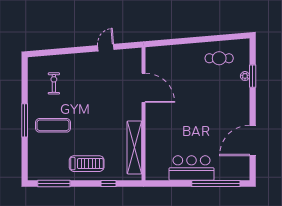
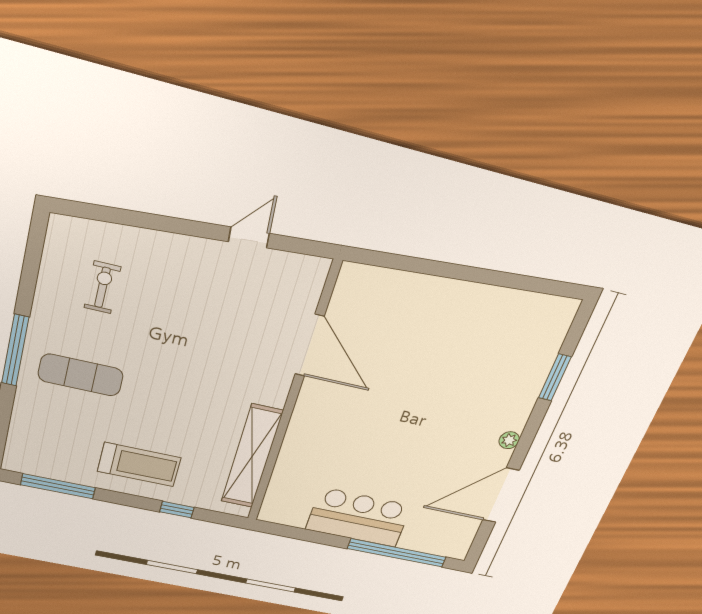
cafe table: (219, 58) -> (500, 324), removed
plant: (245, 76) -> (509, 440), moved

